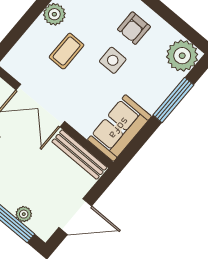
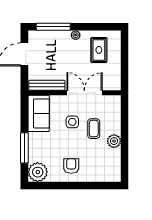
side table: (113, 60) -> (72, 122), moved
plant: (24, 214) -> (49, 35), removed

